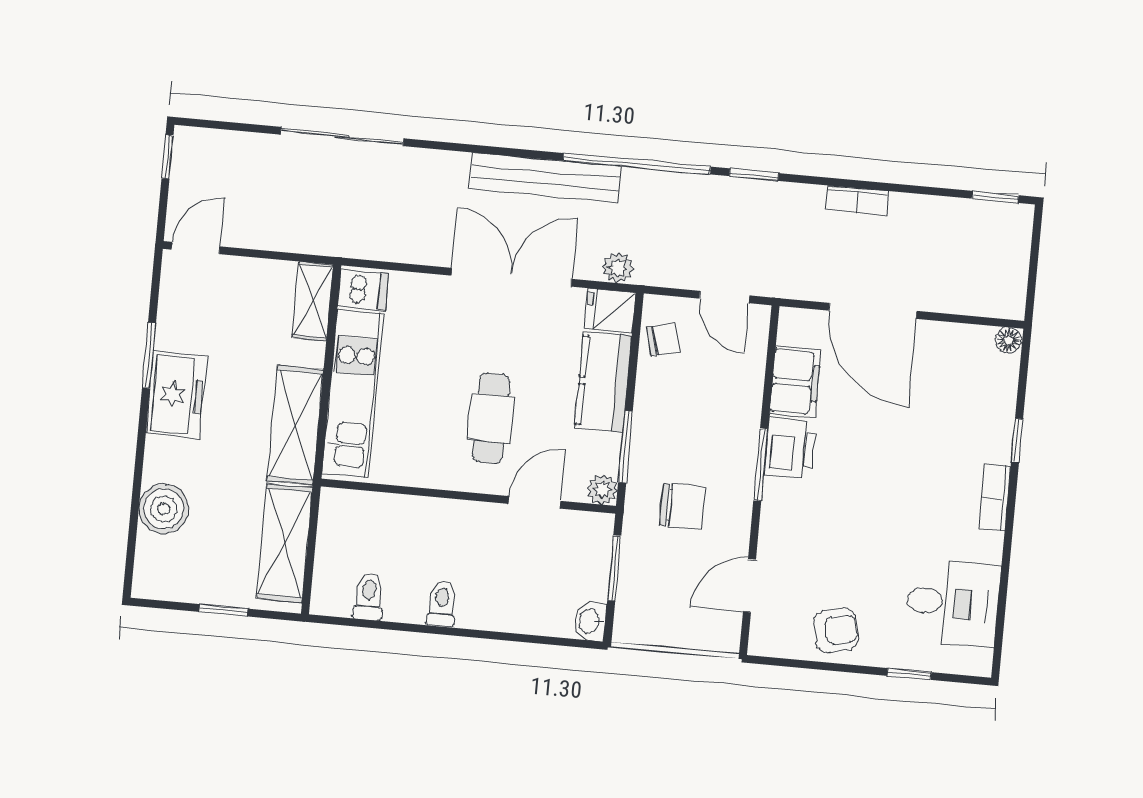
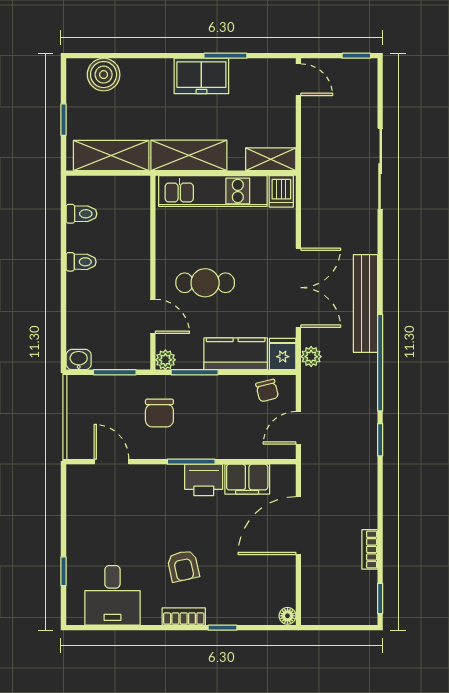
bookcase: (857, 200) -> (370, 549), moved
boiler: (164, 509) -> (104, 75), moved
armchair: (836, 630) -> (183, 566), moved

